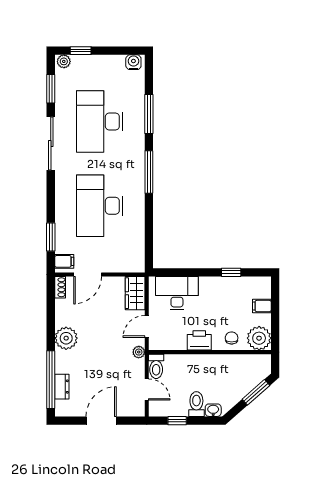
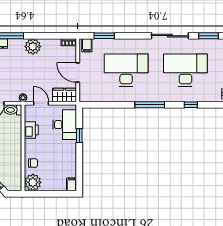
window: (149, 114) -> (191, 105), width x0.46
window: (231, 272) -> (79, 136), moved
door: (88, 274) -> (78, 73), moved
filing cabinet: (262, 306) -> (71, 184), moved
printer: (199, 340) -> (31, 130), moved

